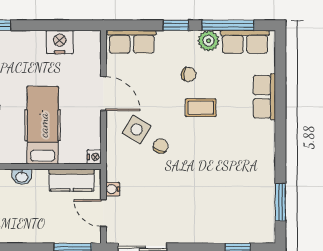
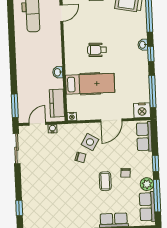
window: (59, 25) -> (152, 91), added
nightstand: (60, 42) -> (142, 110), moved, turned 90

